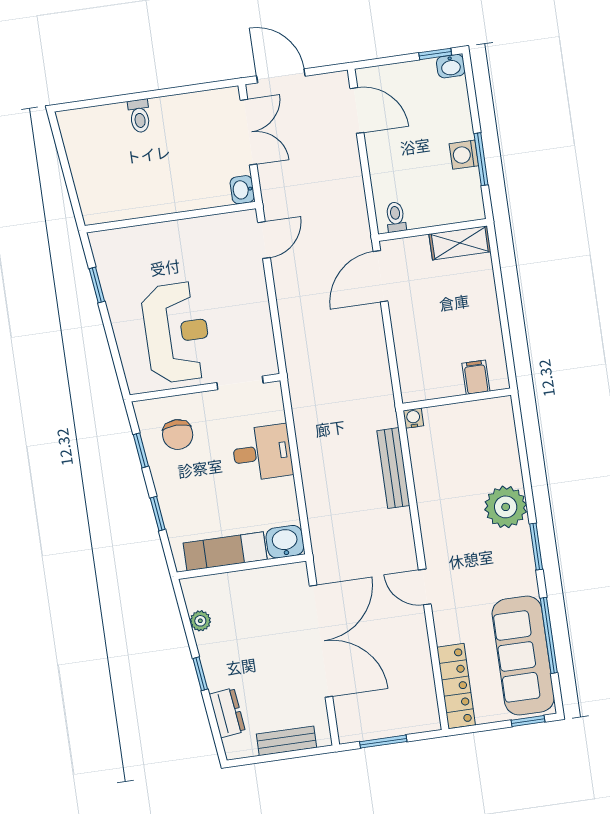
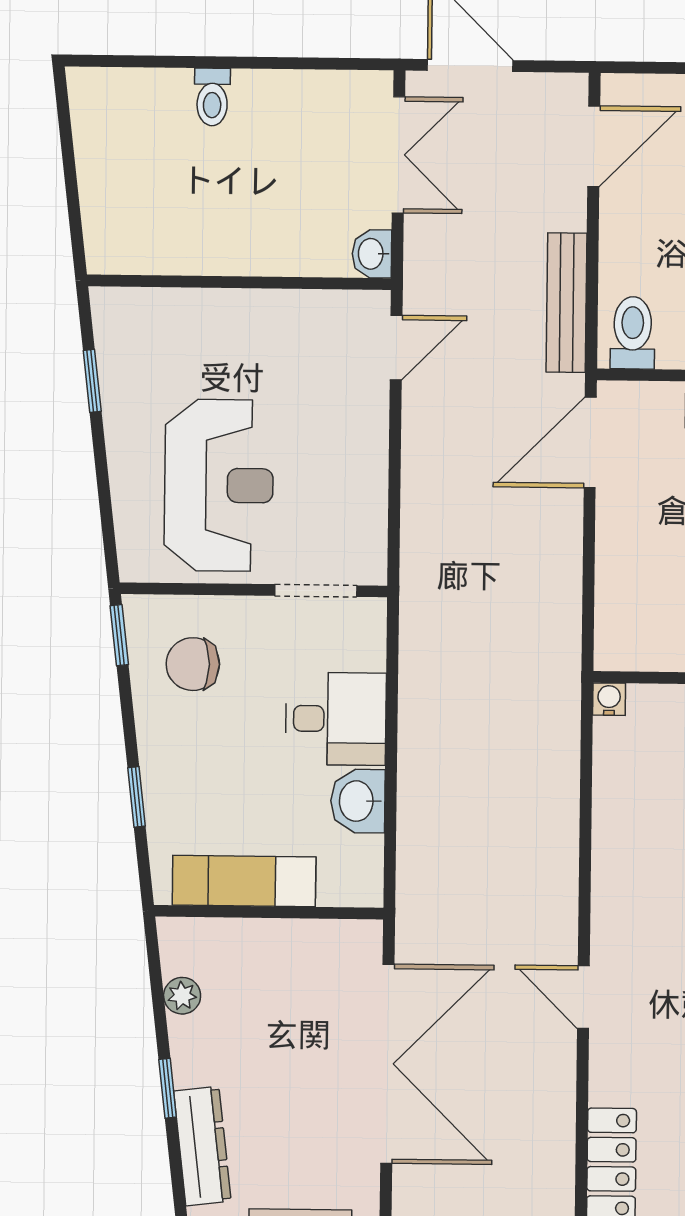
door: (357, 110) -> (594, 146), hinge flipped
toilet: (396, 217) -> (633, 333), width x1.37, depth x1.39
chair: (178, 435) -> (193, 664), turned 90
window: (141, 450) -> (119, 635), moved
bench: (393, 468) -> (566, 303), moved
washbasin: (285, 542) -> (358, 801), moved, turned -90
dresser: (227, 713) -> (202, 1146), width x1.44

